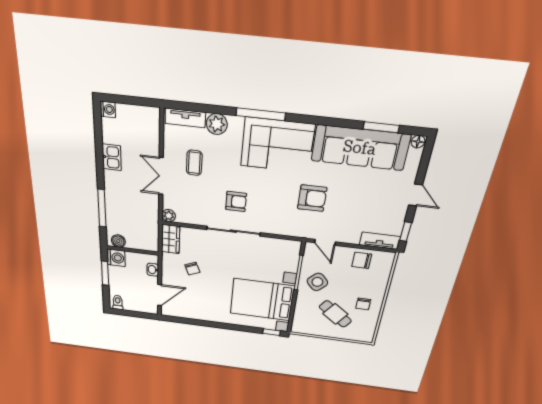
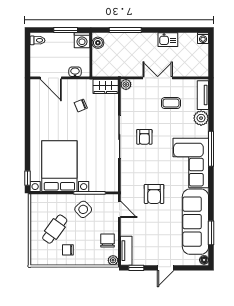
door: (325, 242) -> (119, 209), swing flipped
plant: (388, 257) -> (113, 260), added

